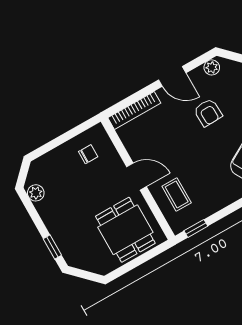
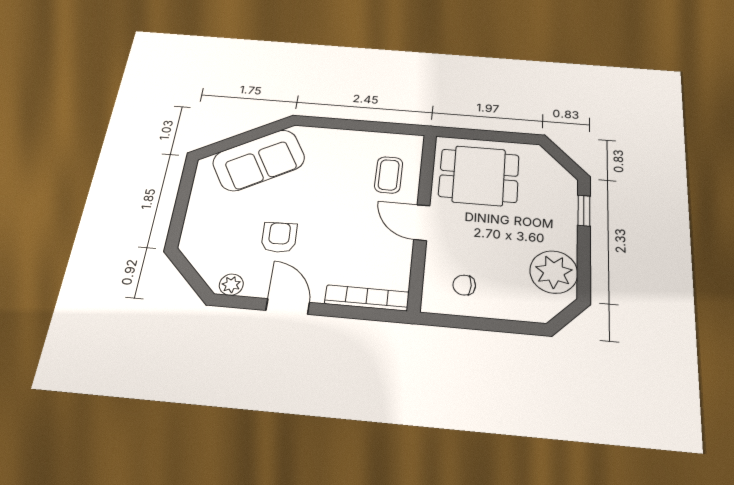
plant: (36, 193) -> (554, 272), width x1.88, depth x1.88
window: (196, 228) -> (394, 128), removed
dining table: (125, 230) -> (479, 176), turned 90

